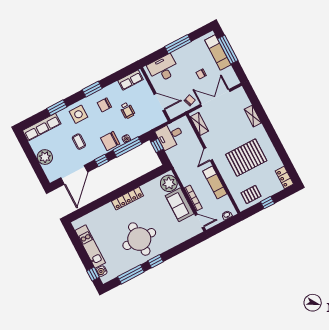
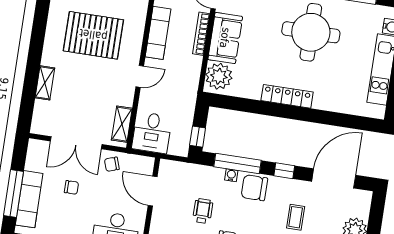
desk: (170, 136) -> (152, 133), moved, turned 90
chair: (110, 141) -> (254, 188), turned 180

